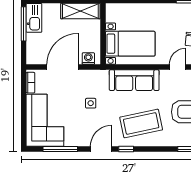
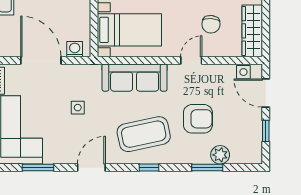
door: (62, 67) -> (41, 60), hinge flipped
window: (60, 149) -> (38, 168), width x0.69
window: (126, 149) -> (149, 168), moved

